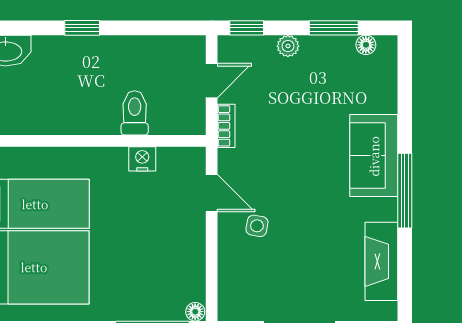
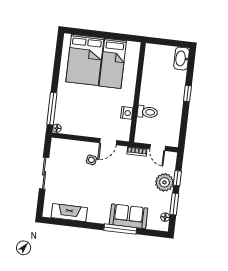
window: (247, 28) -> (177, 178), moved
plant: (288, 46) -> (164, 182), width x1.88, depth x1.88
sofa: (374, 156) -> (129, 216), moved
window: (405, 191) -> (120, 229), moved

